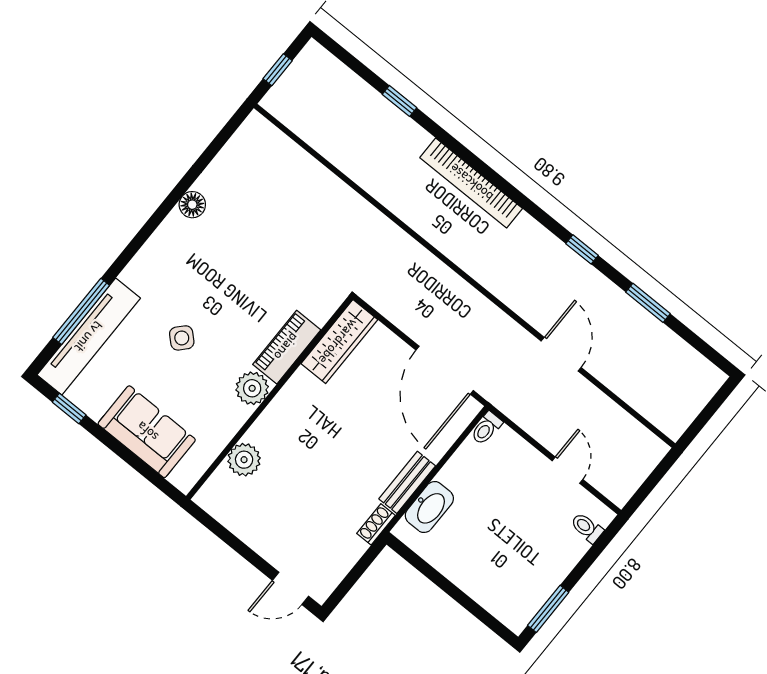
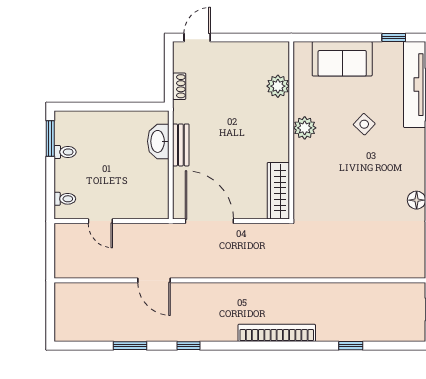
piano: (287, 347) -> (304, 165), removed
toilet: (486, 428) -> (65, 152), moved, turned 90
shoe rack: (376, 524) -> (179, 86), moved

